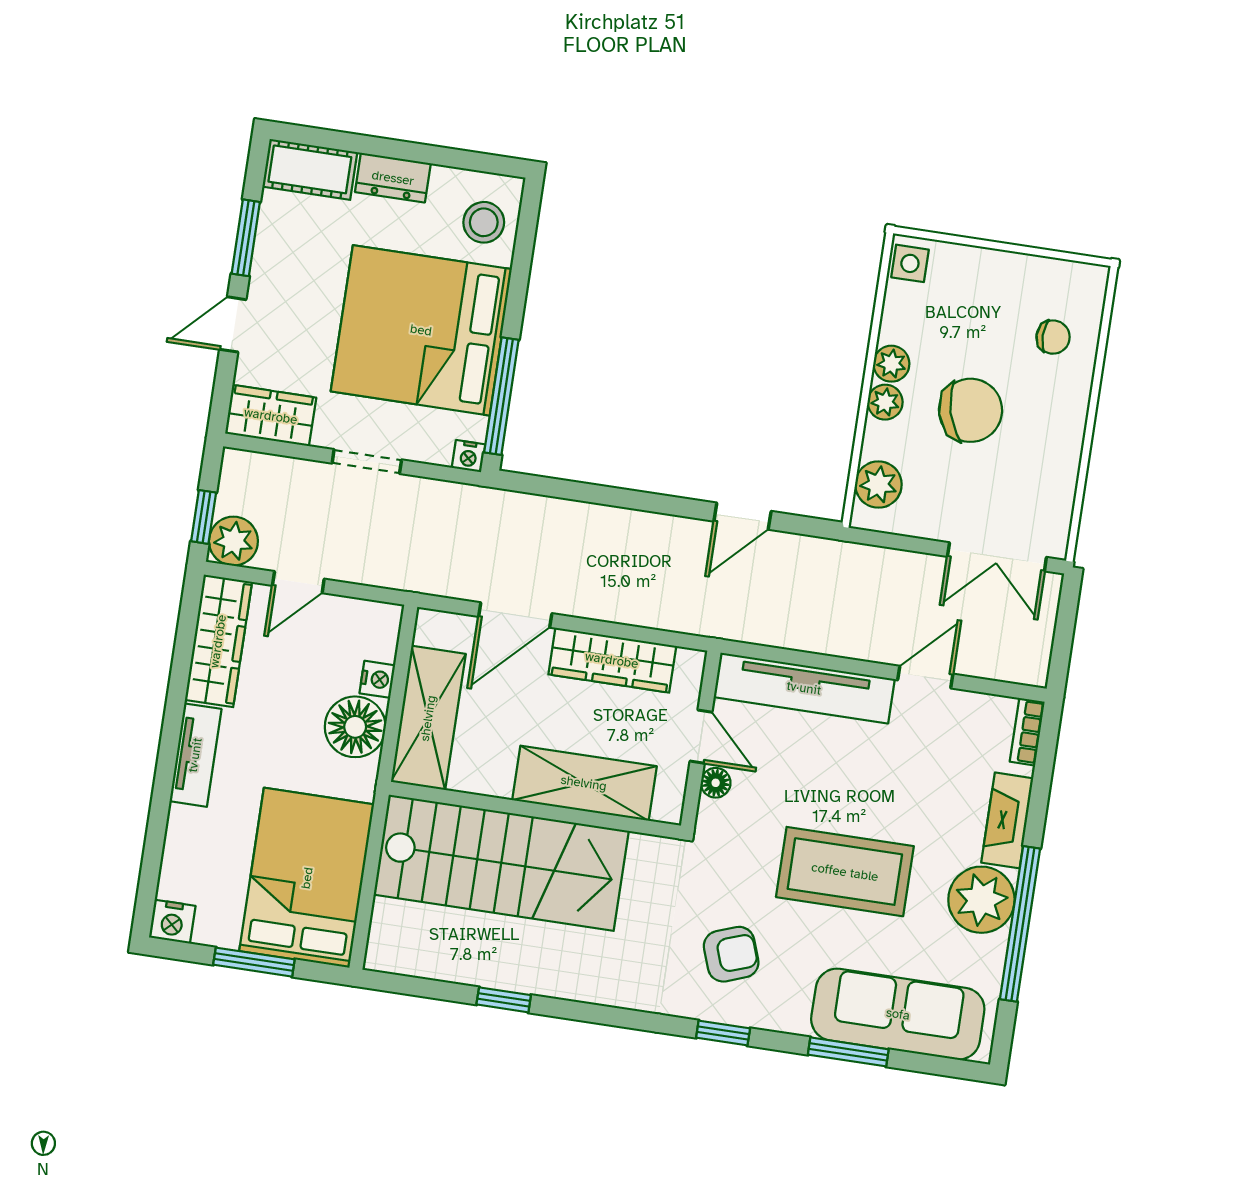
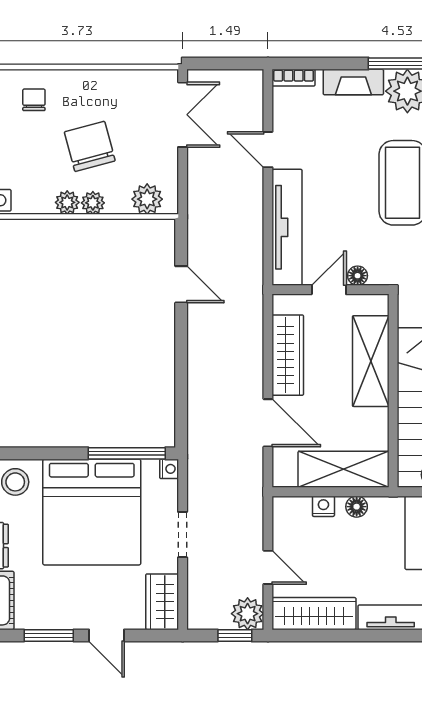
floor lamp: (355, 727) -> (357, 507), width x0.53, depth x0.53

